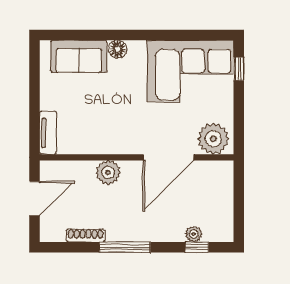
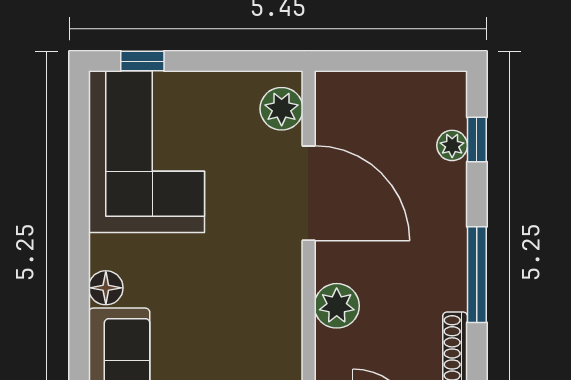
plant: (213, 139) -> (282, 109), width x0.73, depth x0.73

